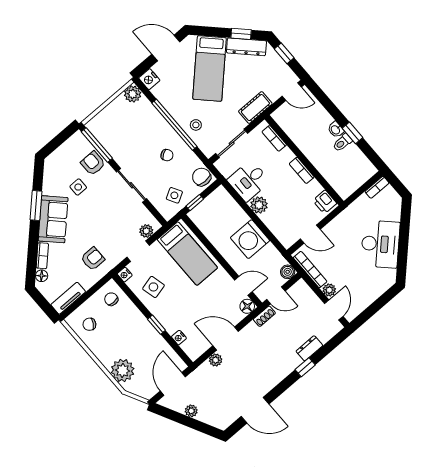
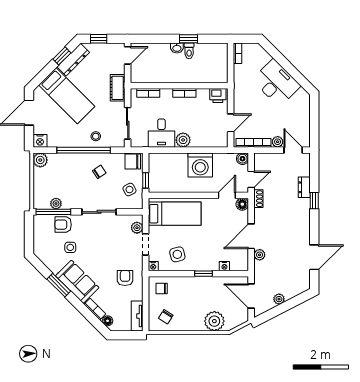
plant: (106, 141) -> (56, 204), added

